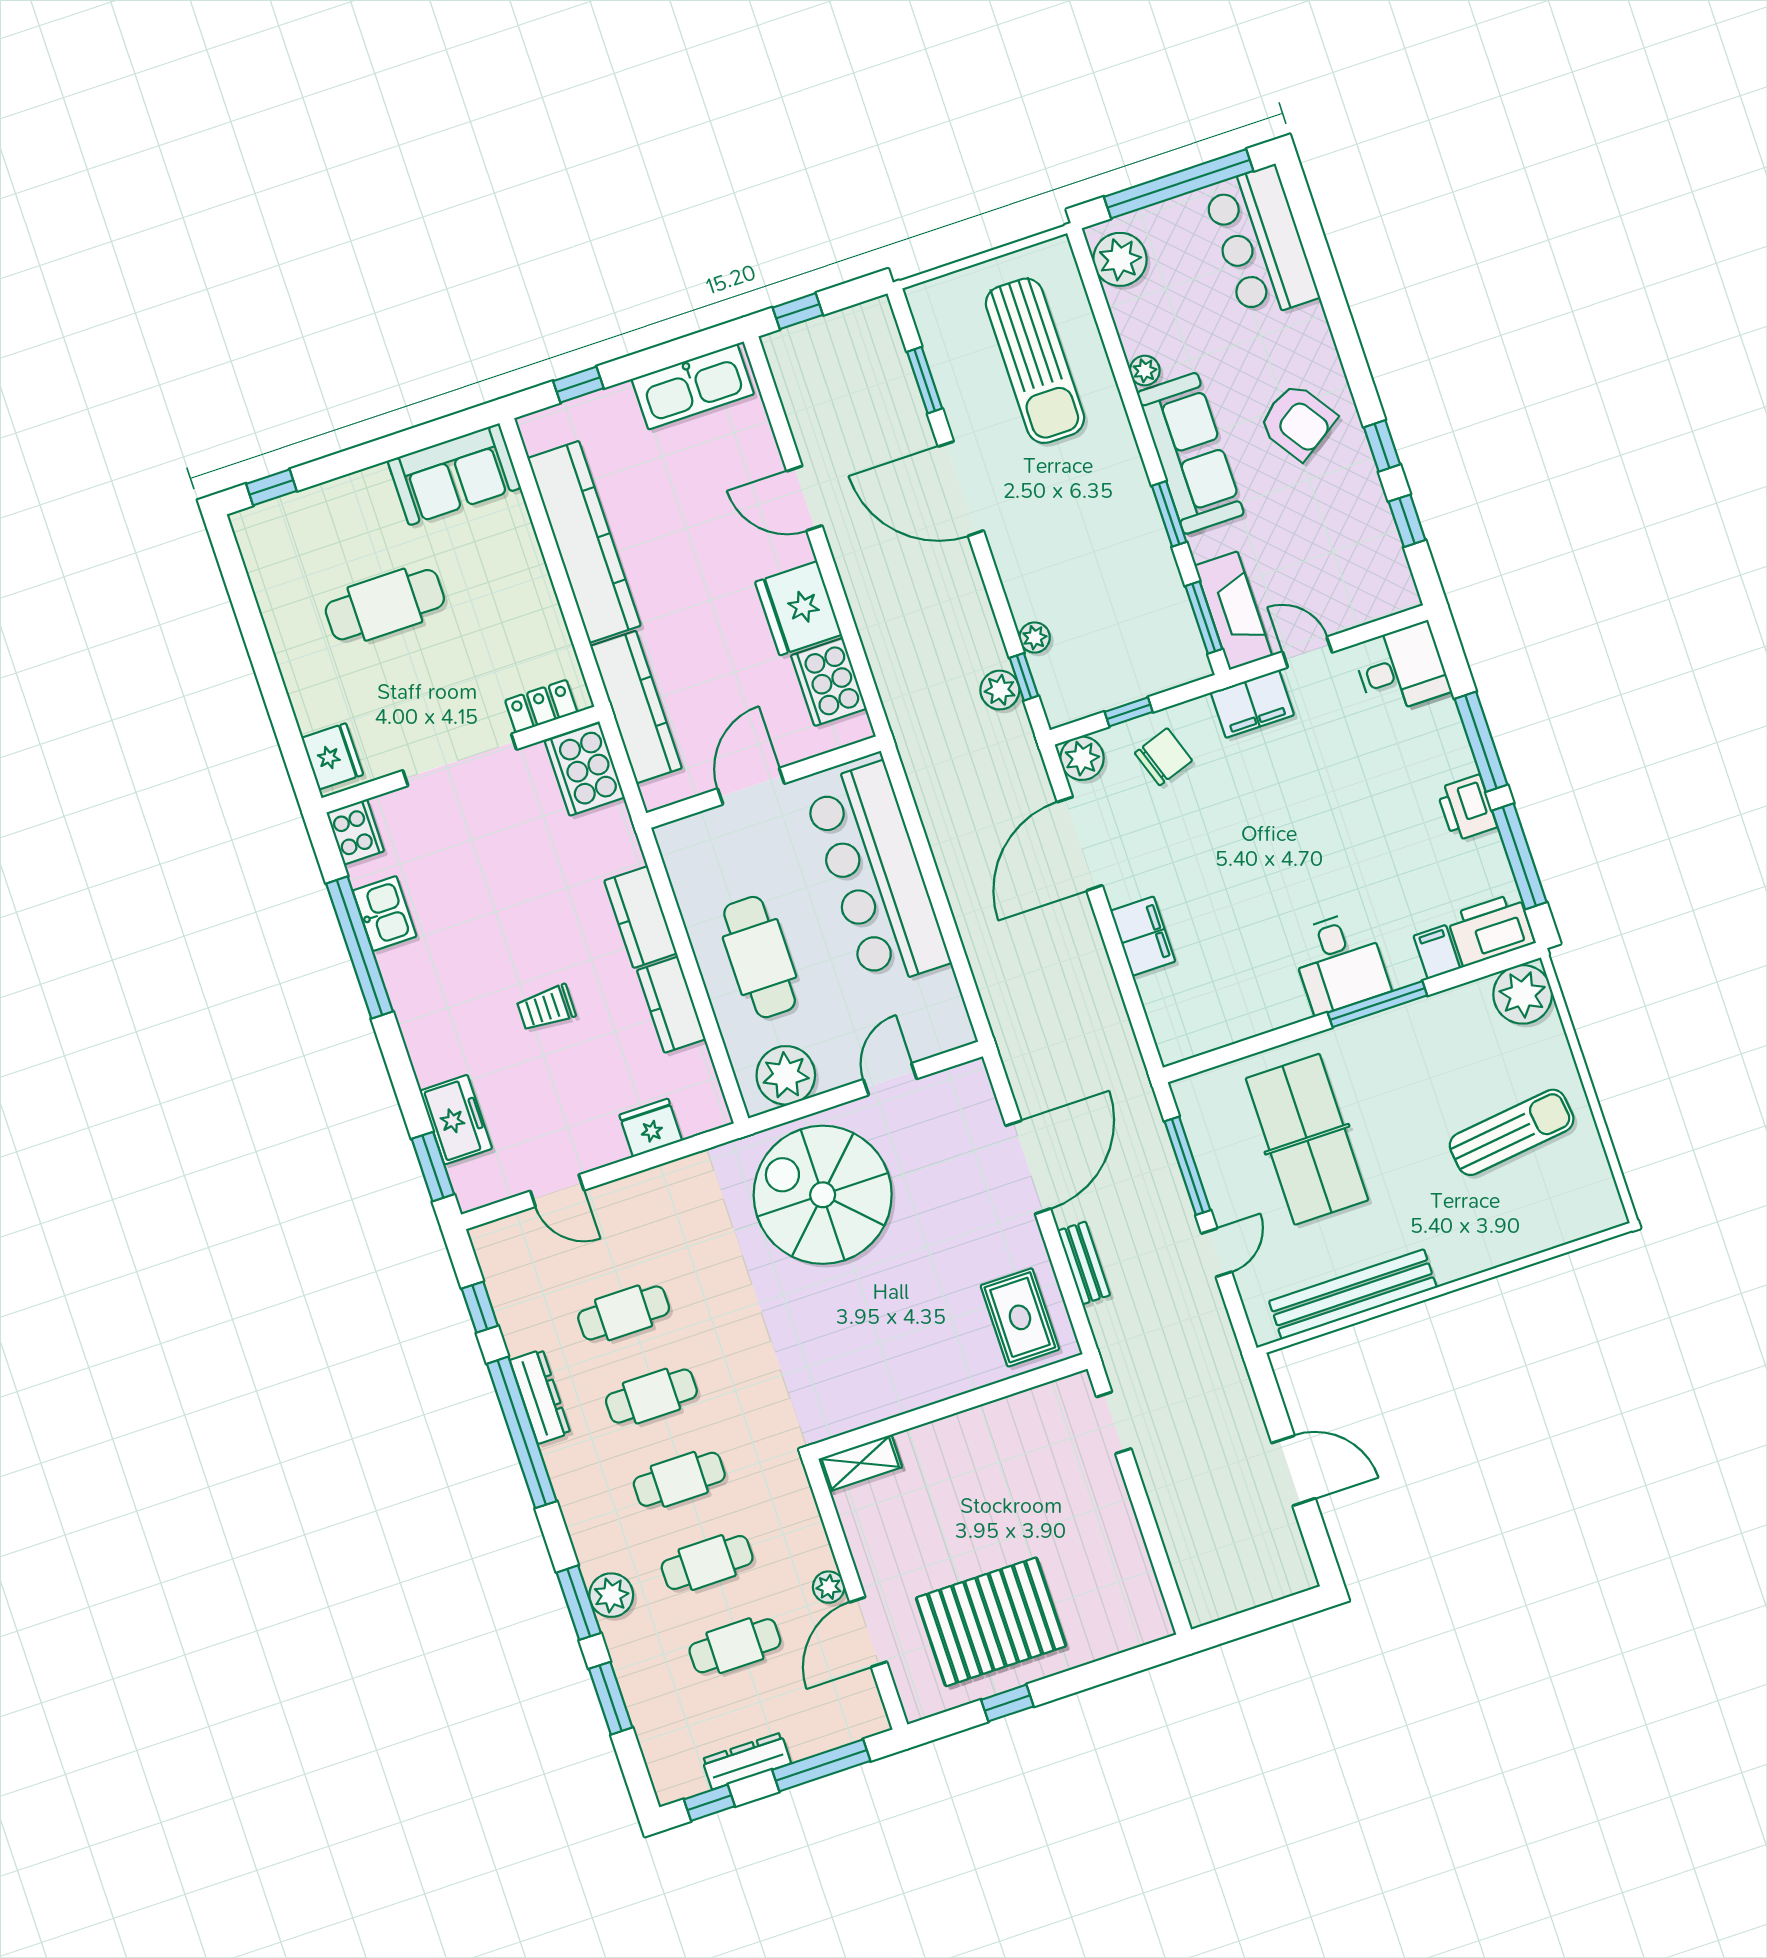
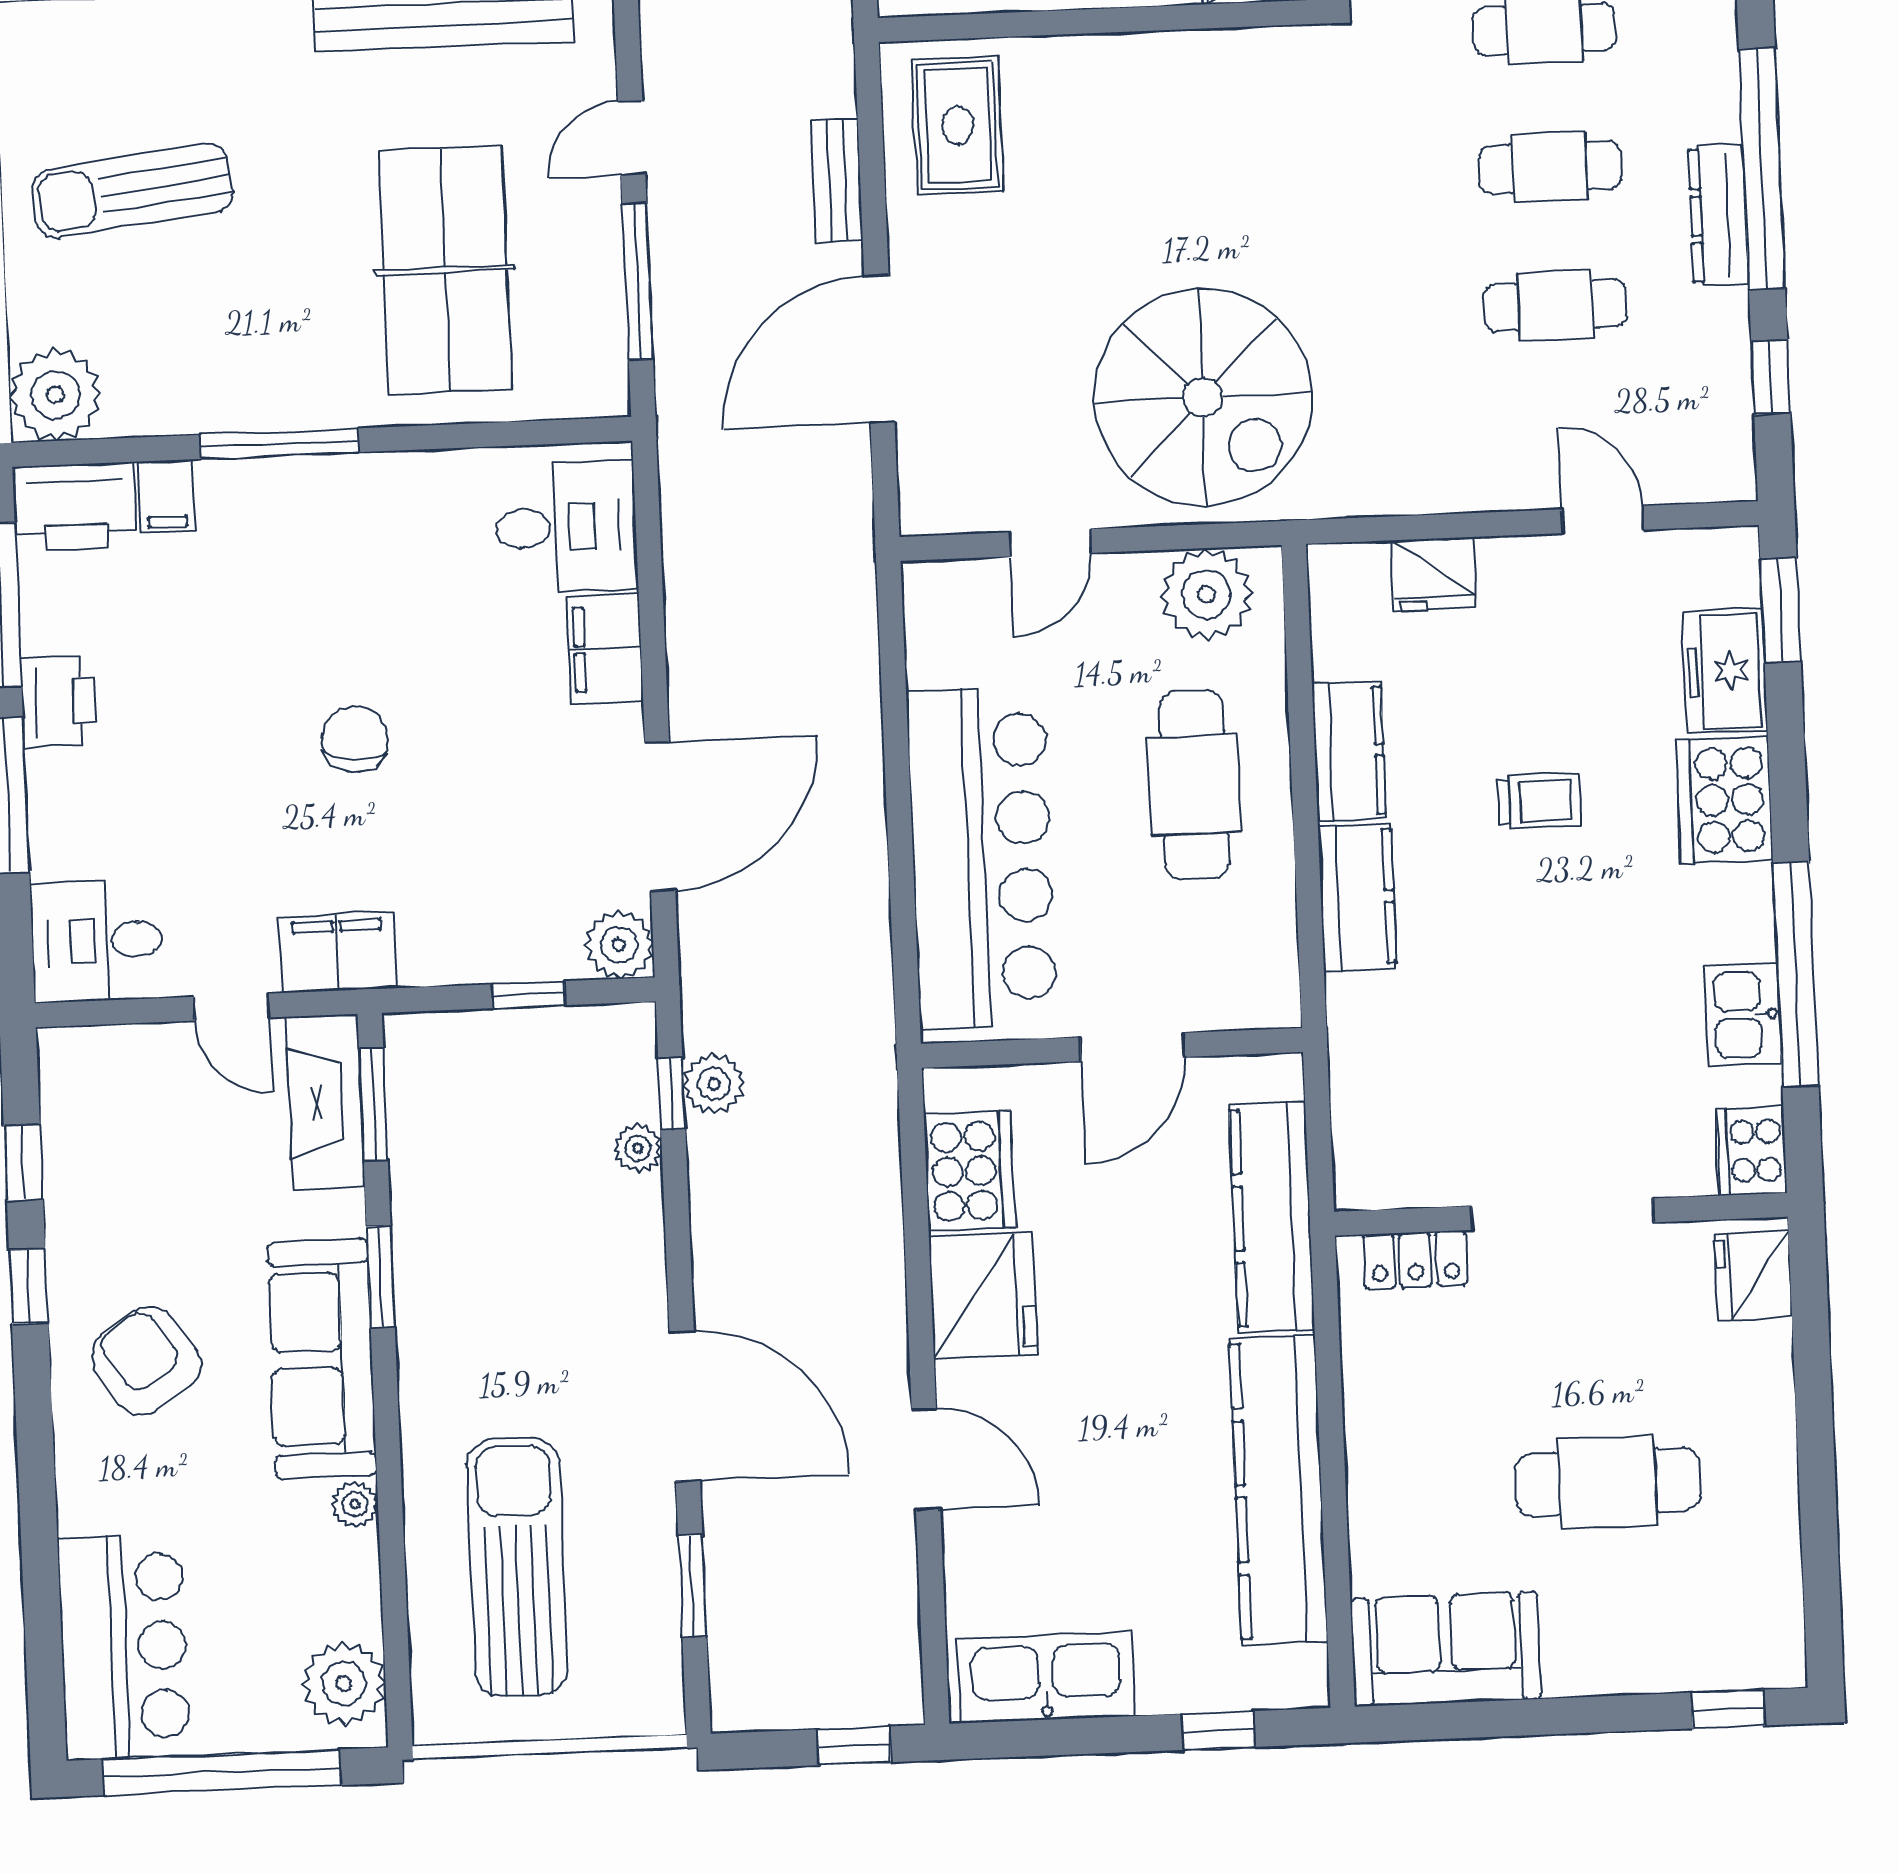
chair: (1163, 757) -> (355, 739), moved, turned 114
cooker: (585, 769) -> (1724, 800), moved, turned 180
desk: (1340, 962) -> (566, 527), moved, turned 90

